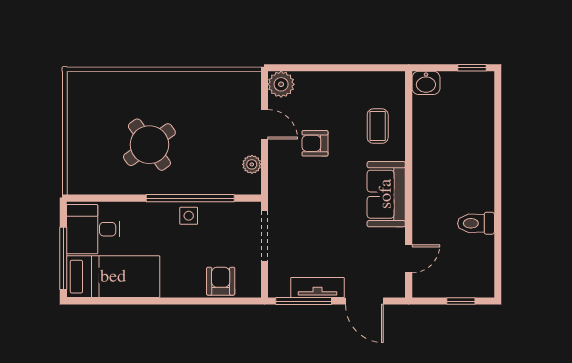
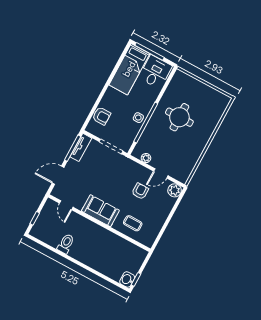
washbasin: (426, 83) -> (127, 279), moved
round table: (149, 145) -> (179, 117), turned 36
tv unit: (318, 287) -> (81, 147), moved

